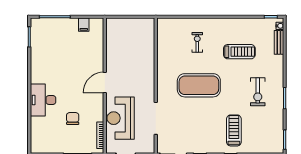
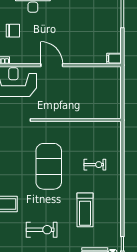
filing cabinet: (84, 25) -> (114, 58), moved
exercise bike: (258, 92) -> (42, 230), turned 180

